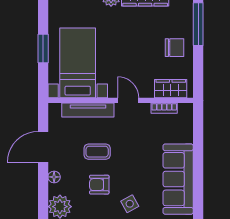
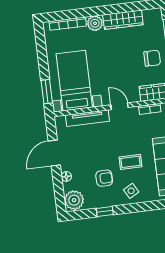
window: (43, 48) -> (47, 92), moved
coffee table: (97, 152) -> (130, 162), moved
armchair: (99, 185) -> (104, 178), turned 180

